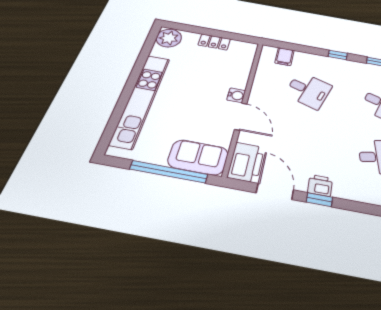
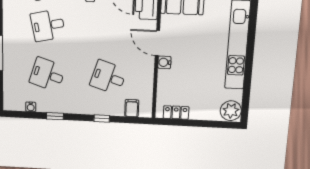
locker: (214, 42) -> (176, 112), moved
window: (338, 55) -> (102, 118), moved

